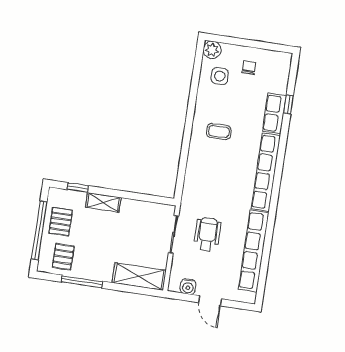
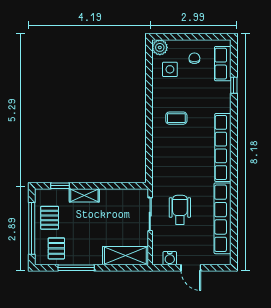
row of seats: (274, 113) -> (223, 64), moved

